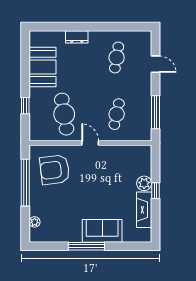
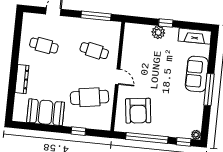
dresser: (77, 37) -> (22, 79), width x1.44
door: (90, 143) -> (118, 77), swing flipped
fireplace: (144, 210) -> (195, 36), moved
plant: (35, 222) -> (196, 135), moved
window: (25, 224) -> (184, 142), added

